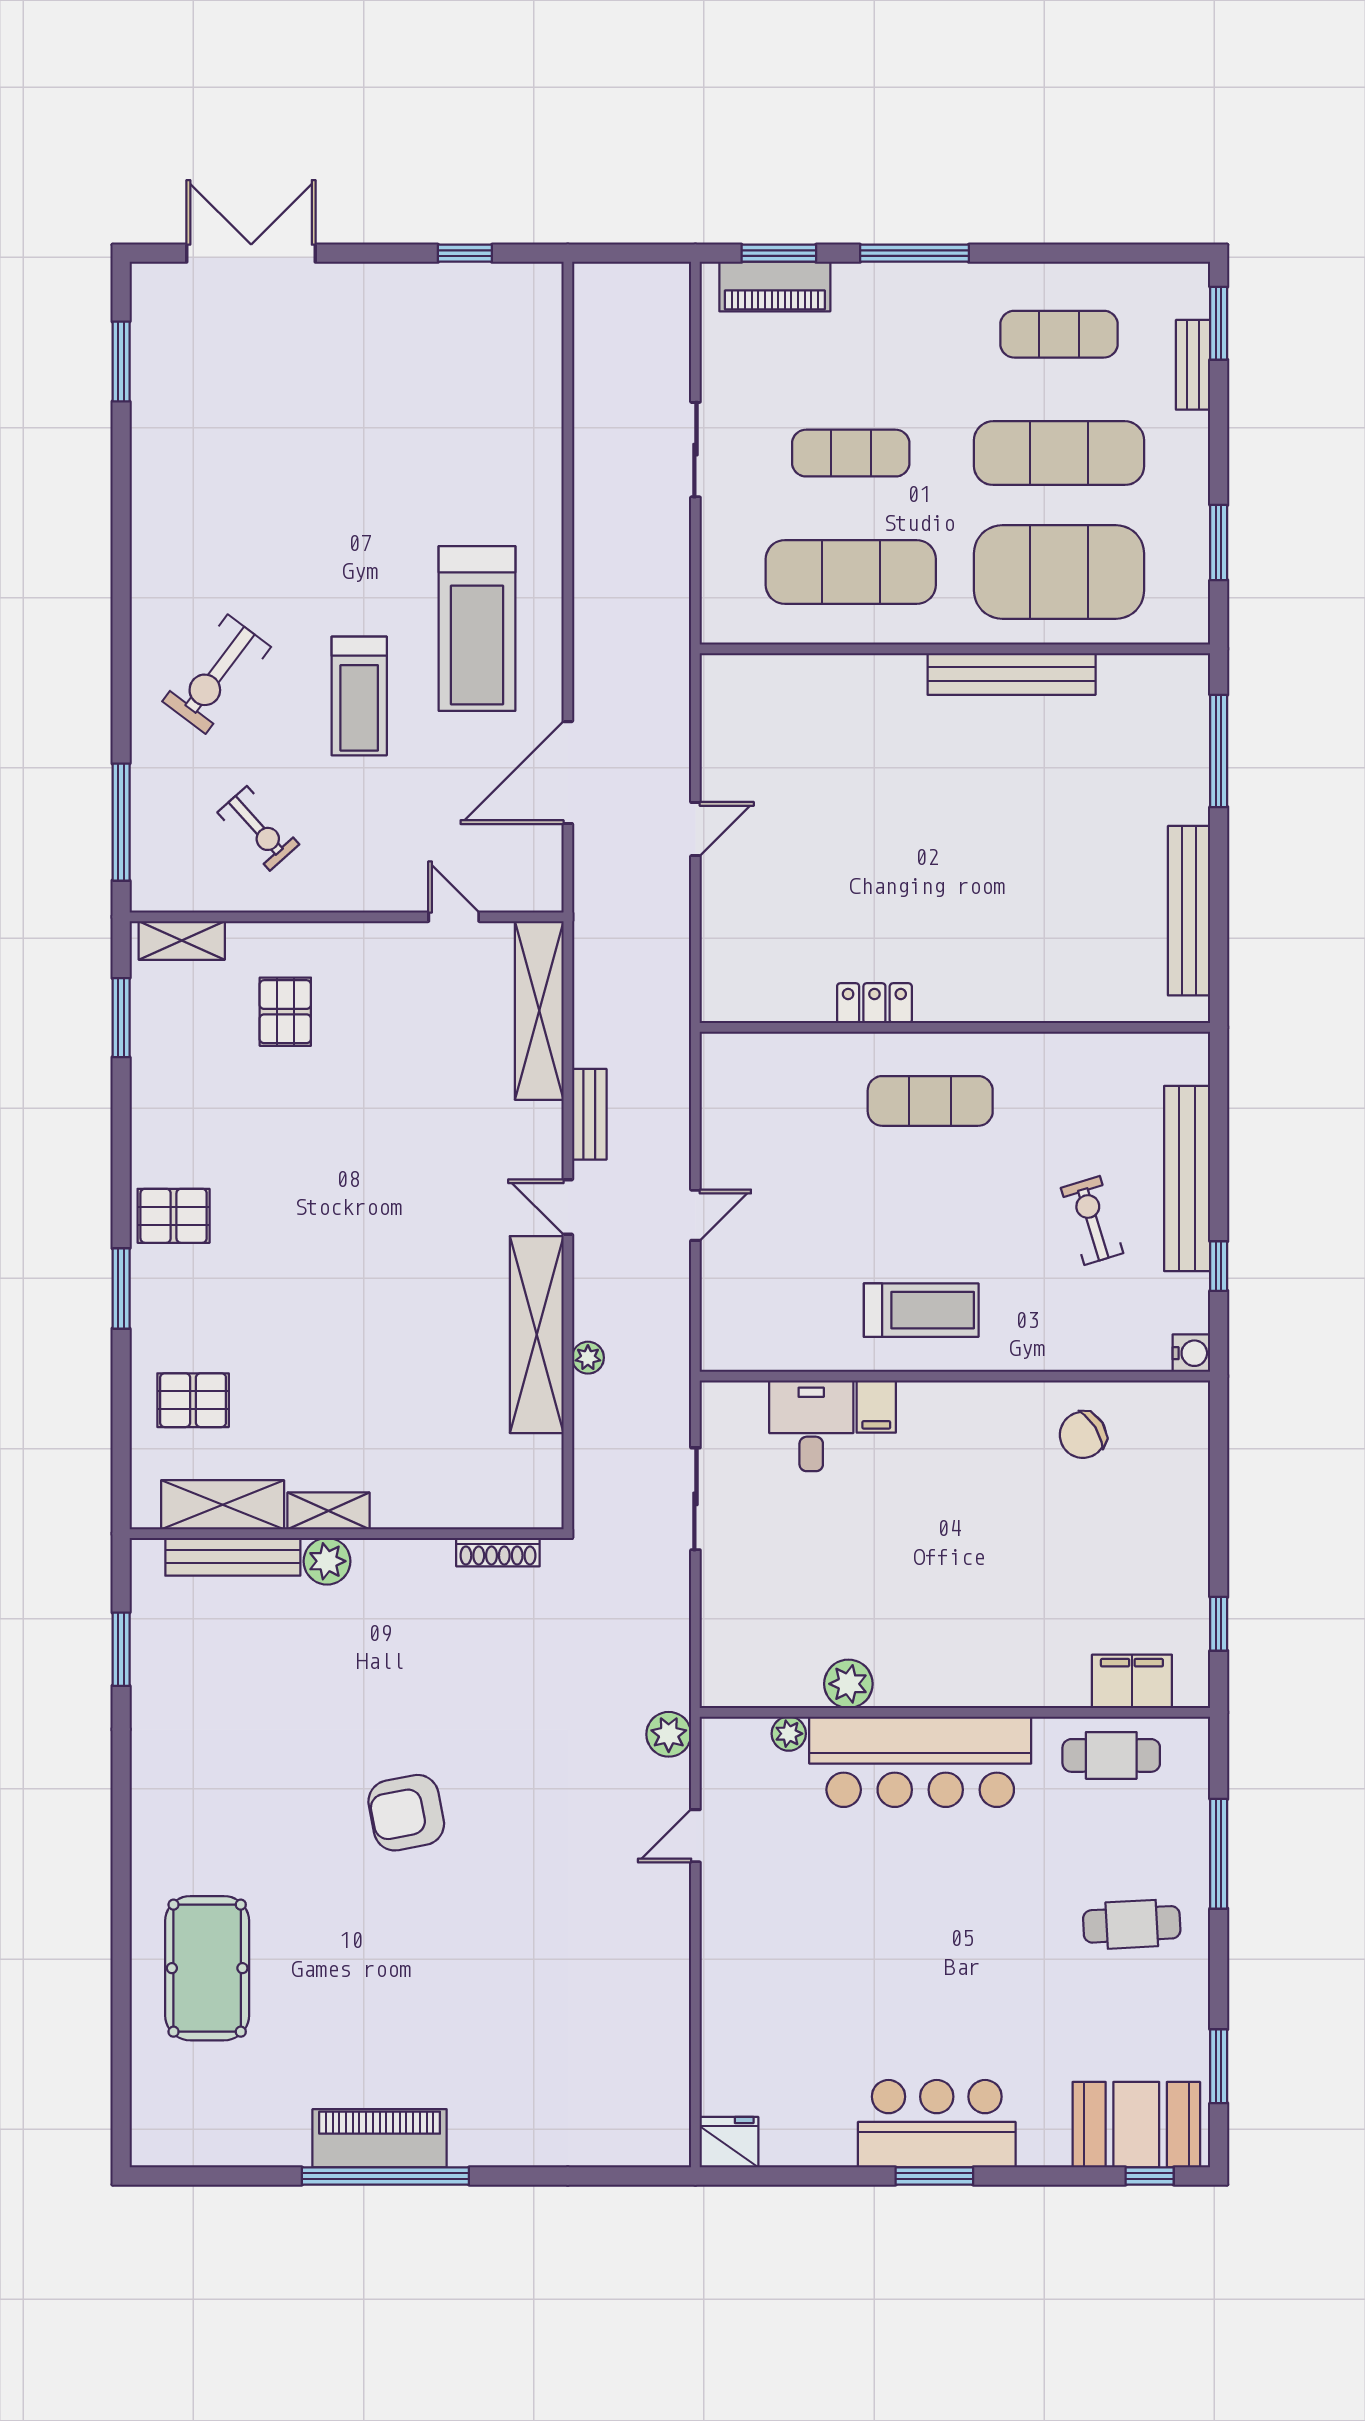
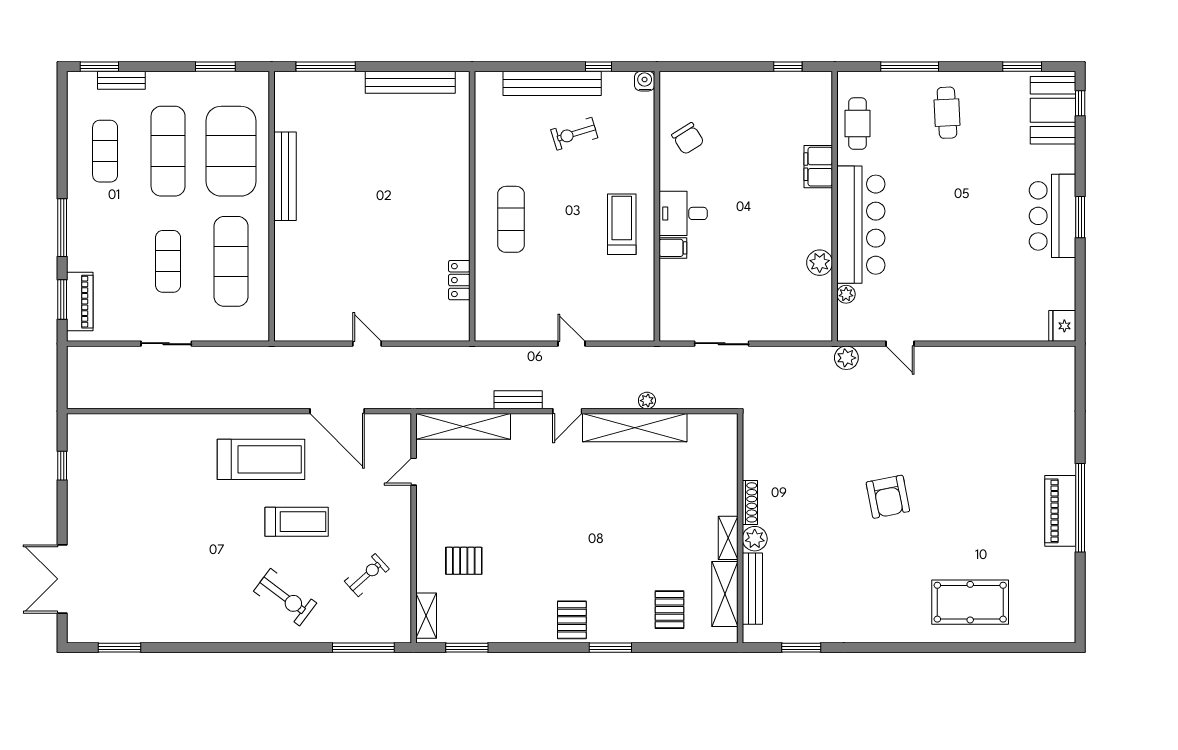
locker: (874, 1003) -> (459, 280), moved
desk: (811, 1426) -> (683, 213), moved
shoe rack: (498, 1552) -> (750, 502), moved
filing cabinet: (1132, 1681) -> (818, 167), moved

